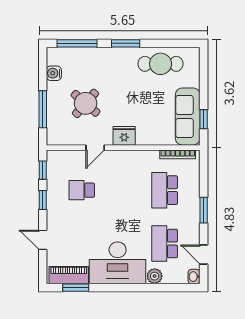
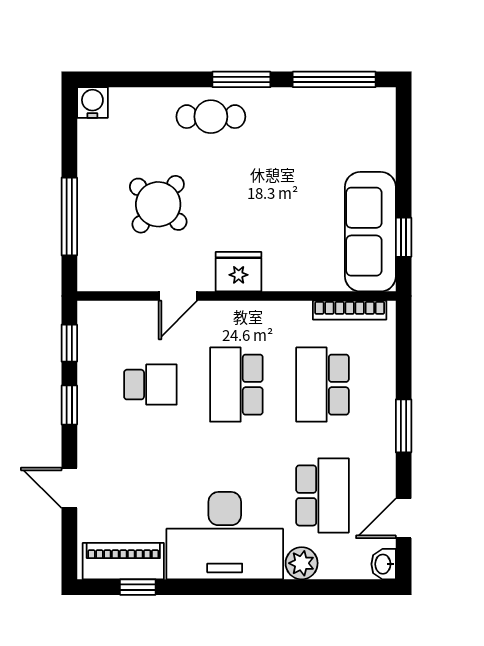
window: (77, 43) -> (334, 79), moved
cafe table: (161, 64) -> (211, 117), moved, width x0.73, depth x0.74
water cooler: (54, 73) -> (92, 103), moved, turned 90
school desk: (82, 190) -> (150, 385), turned 180
school desk: (123, 190) -> (236, 385), added
school desk: (165, 244) -> (323, 495), turned 180
door: (204, 255) -> (404, 518), hinge flipped
window: (76, 288) -> (138, 587), width x0.67

